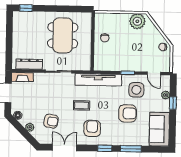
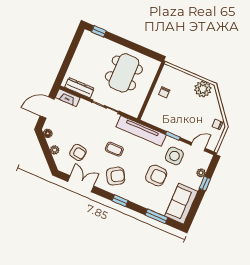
door: (154, 73) -> (198, 147), swing flipped
armchair: (92, 128) -> (116, 176), turned 59
window: (131, 149) -> (156, 216), moved

